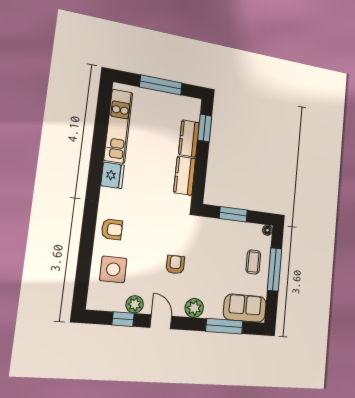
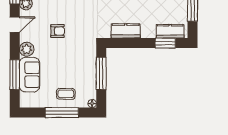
kitchen counter: (189, 138) -> (170, 31), moved
window: (233, 214) -> (101, 73), width x1.44
sofa: (245, 308) -> (30, 75), moved

